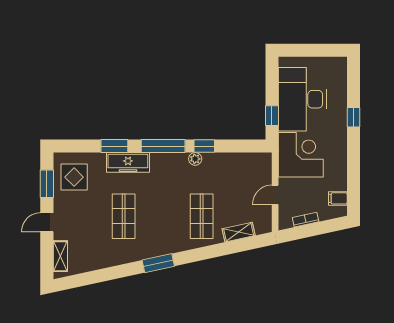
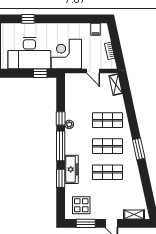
window: (353, 117) -> (28, 19), moved
shop shelf: (163, 216) -> (107, 146), added
shelving: (239, 232) -> (116, 85), moved

